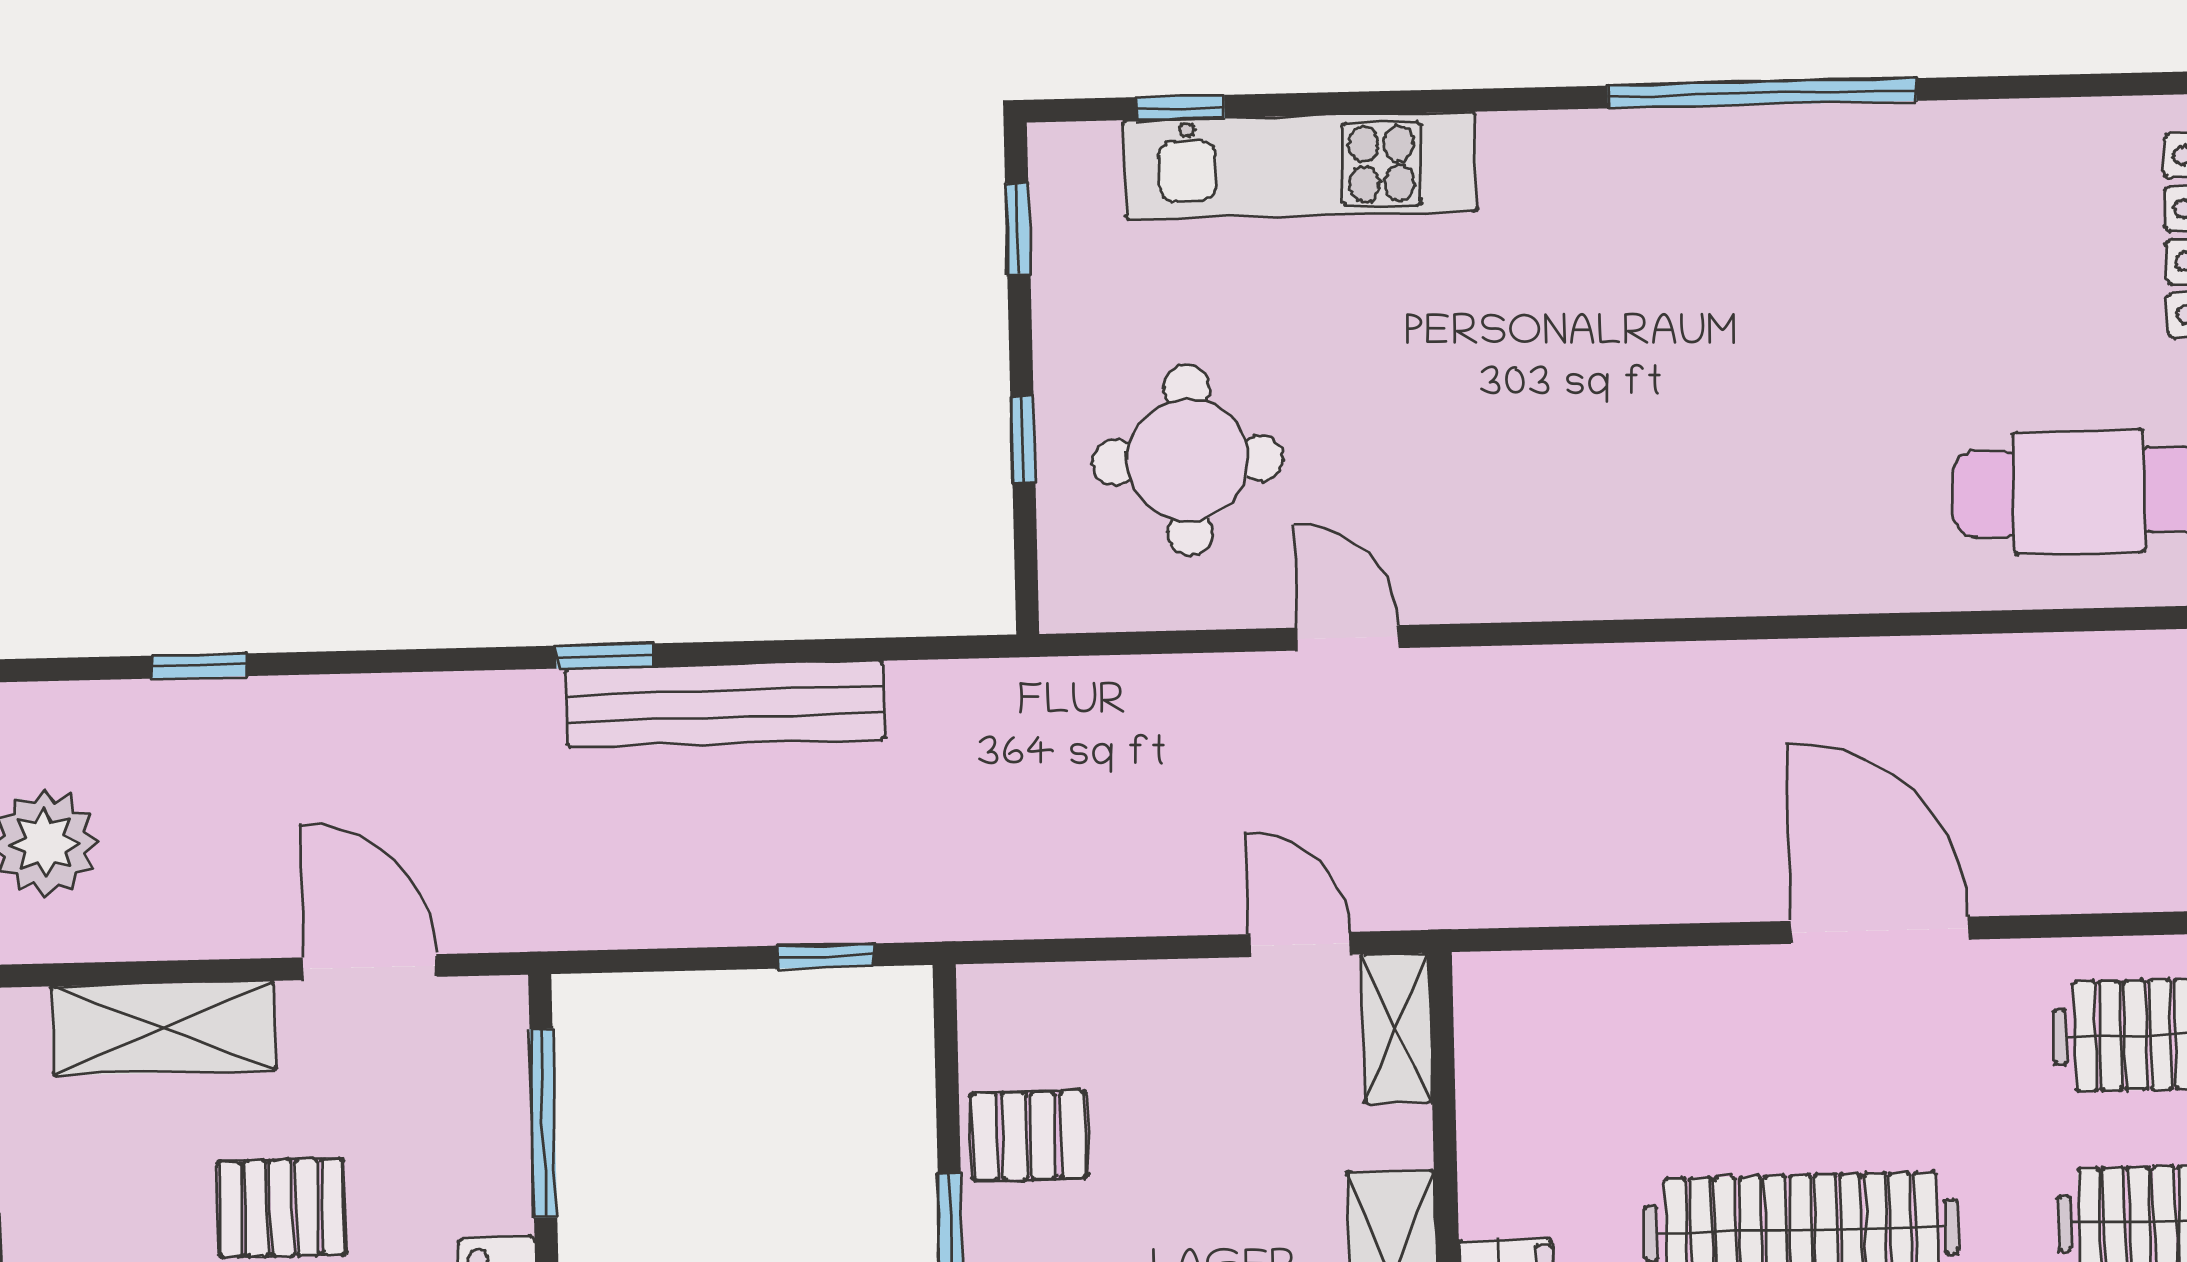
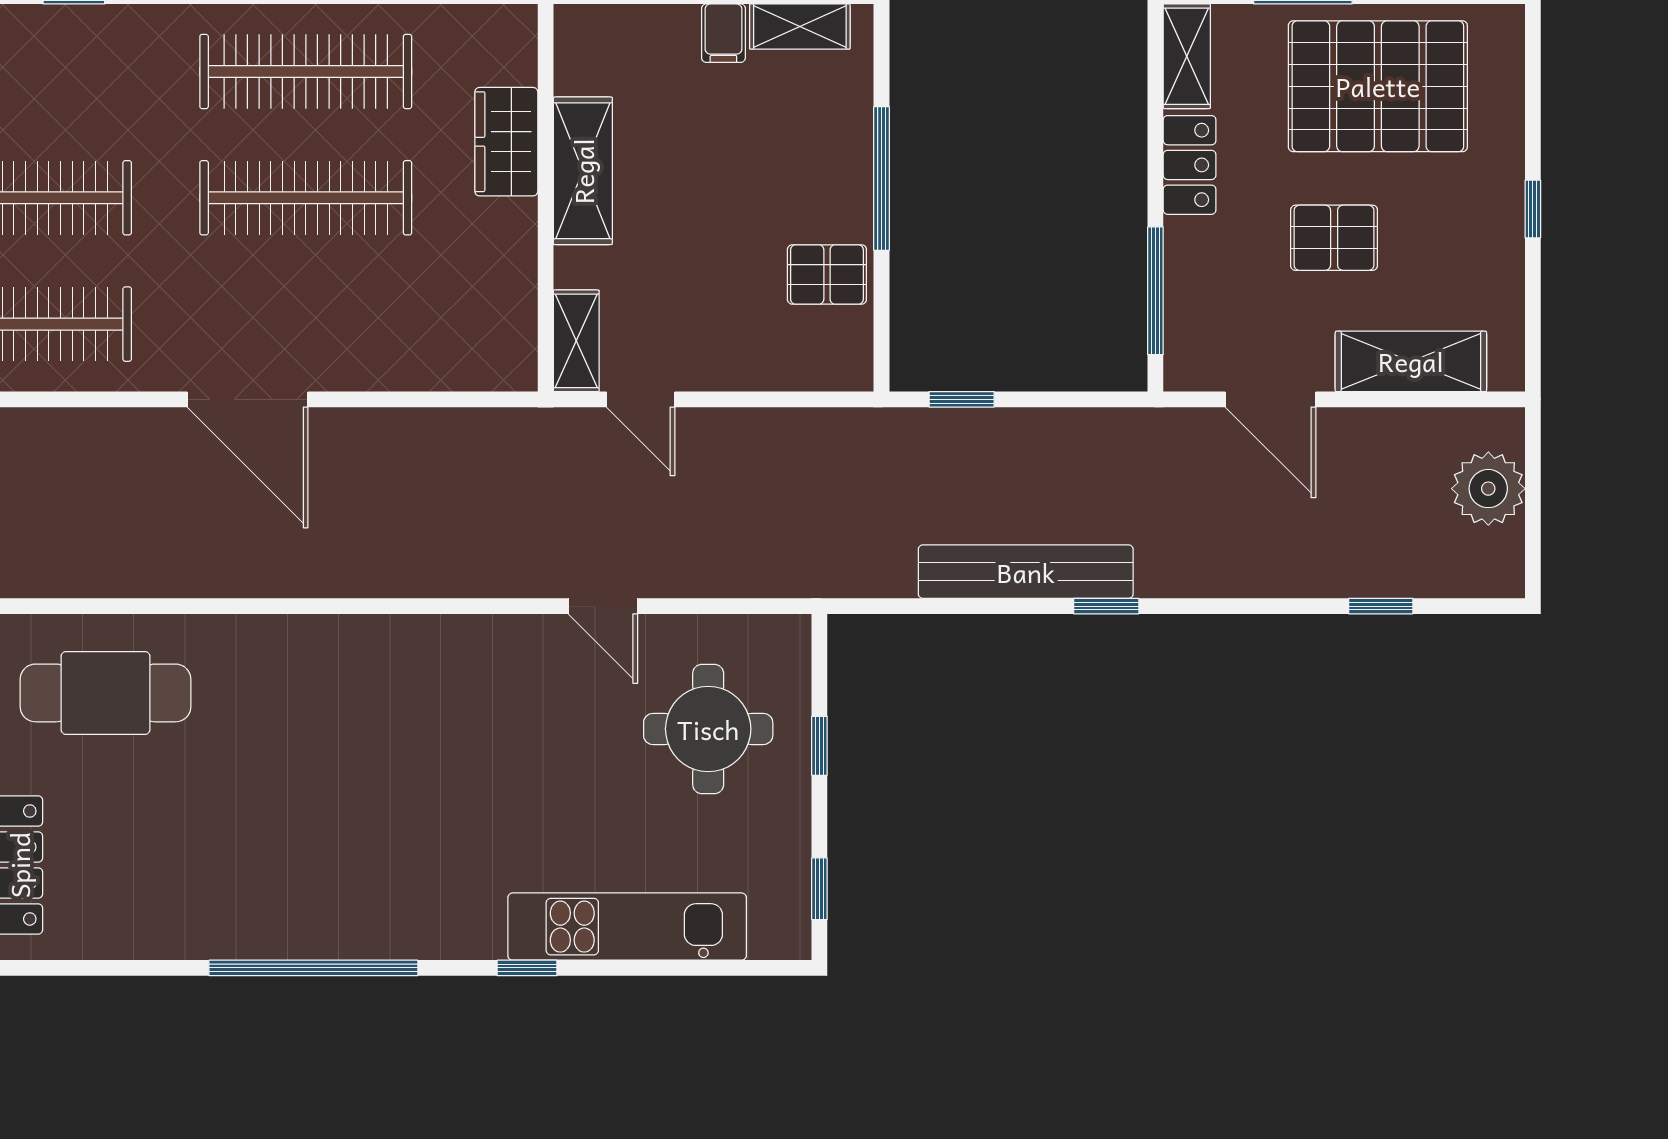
window: (1180, 107) -> (527, 968), moved

